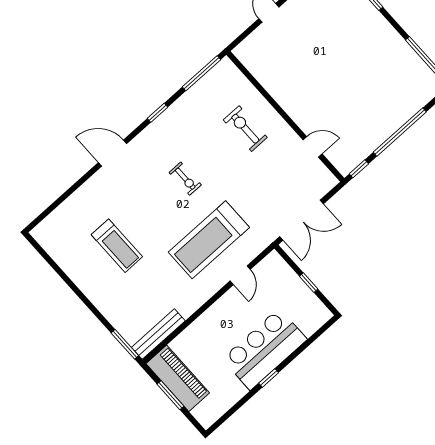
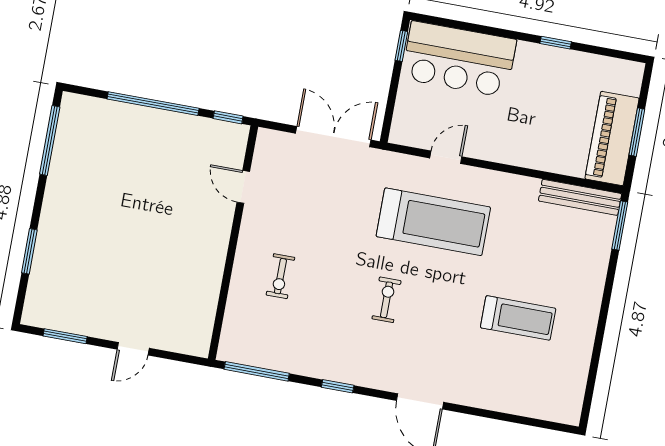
exercise bike: (245, 129) -> (280, 276), width x0.73, depth x0.72
treadmill: (117, 246) -> (518, 318), turned 90
window: (309, 283) -> (401, 46), moved
bar counter: (265, 349) -> (459, 59), moved
window: (269, 378) -> (556, 43), moved

